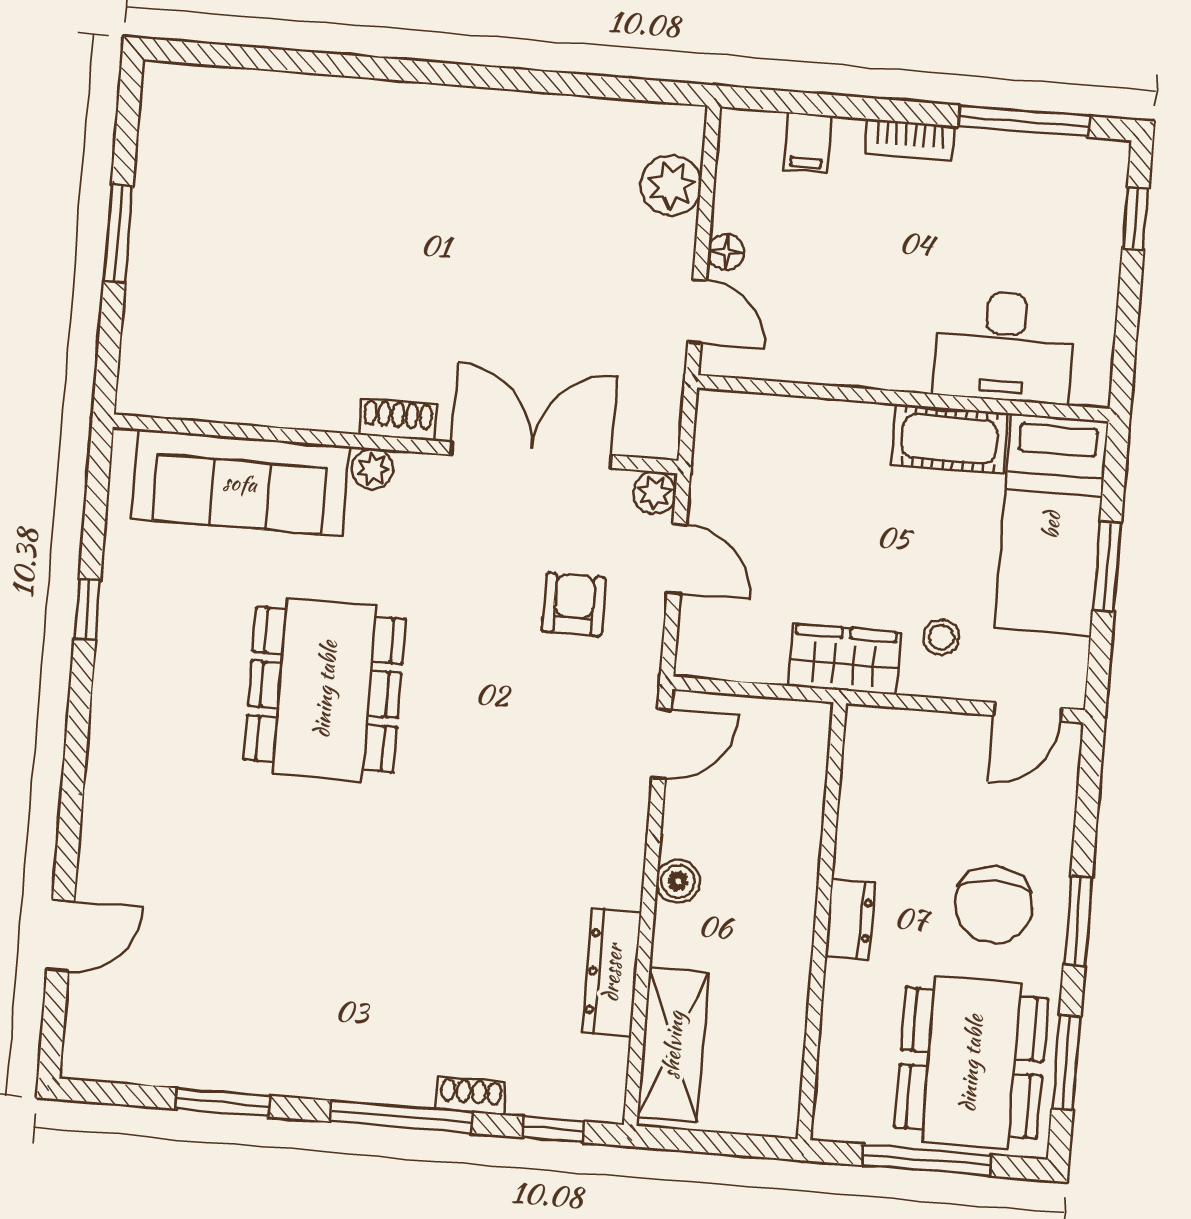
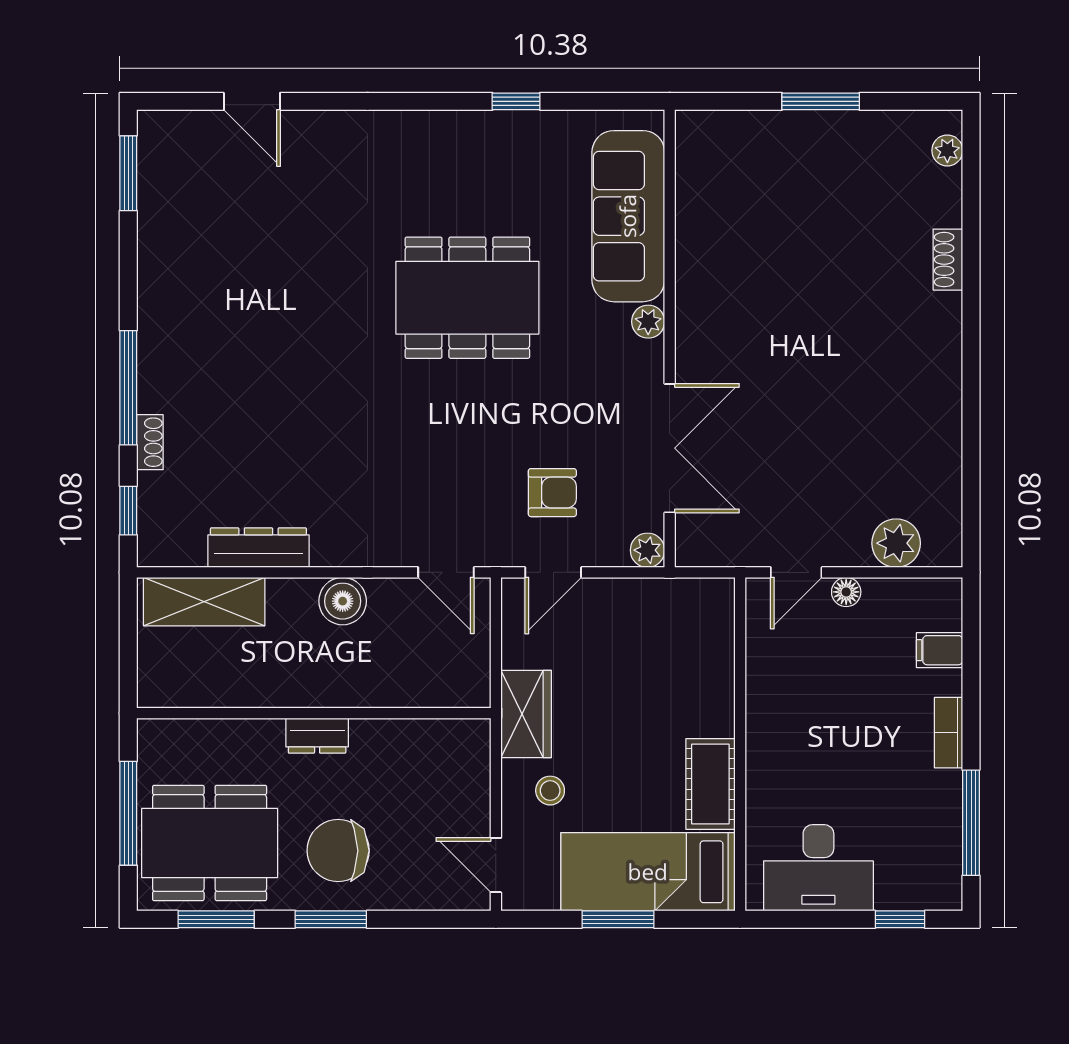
plant: (192, 82) -> (947, 150), added
desk: (1004, 347) -> (818, 868), moved, turned -90
shoe rack: (398, 420) -> (948, 260), moved, turned 180
door: (677, 559) -> (553, 572), moved
boiler: (678, 881) -> (343, 601), width x1.36, depth x1.36
window: (223, 1102) -> (128, 173), moved

